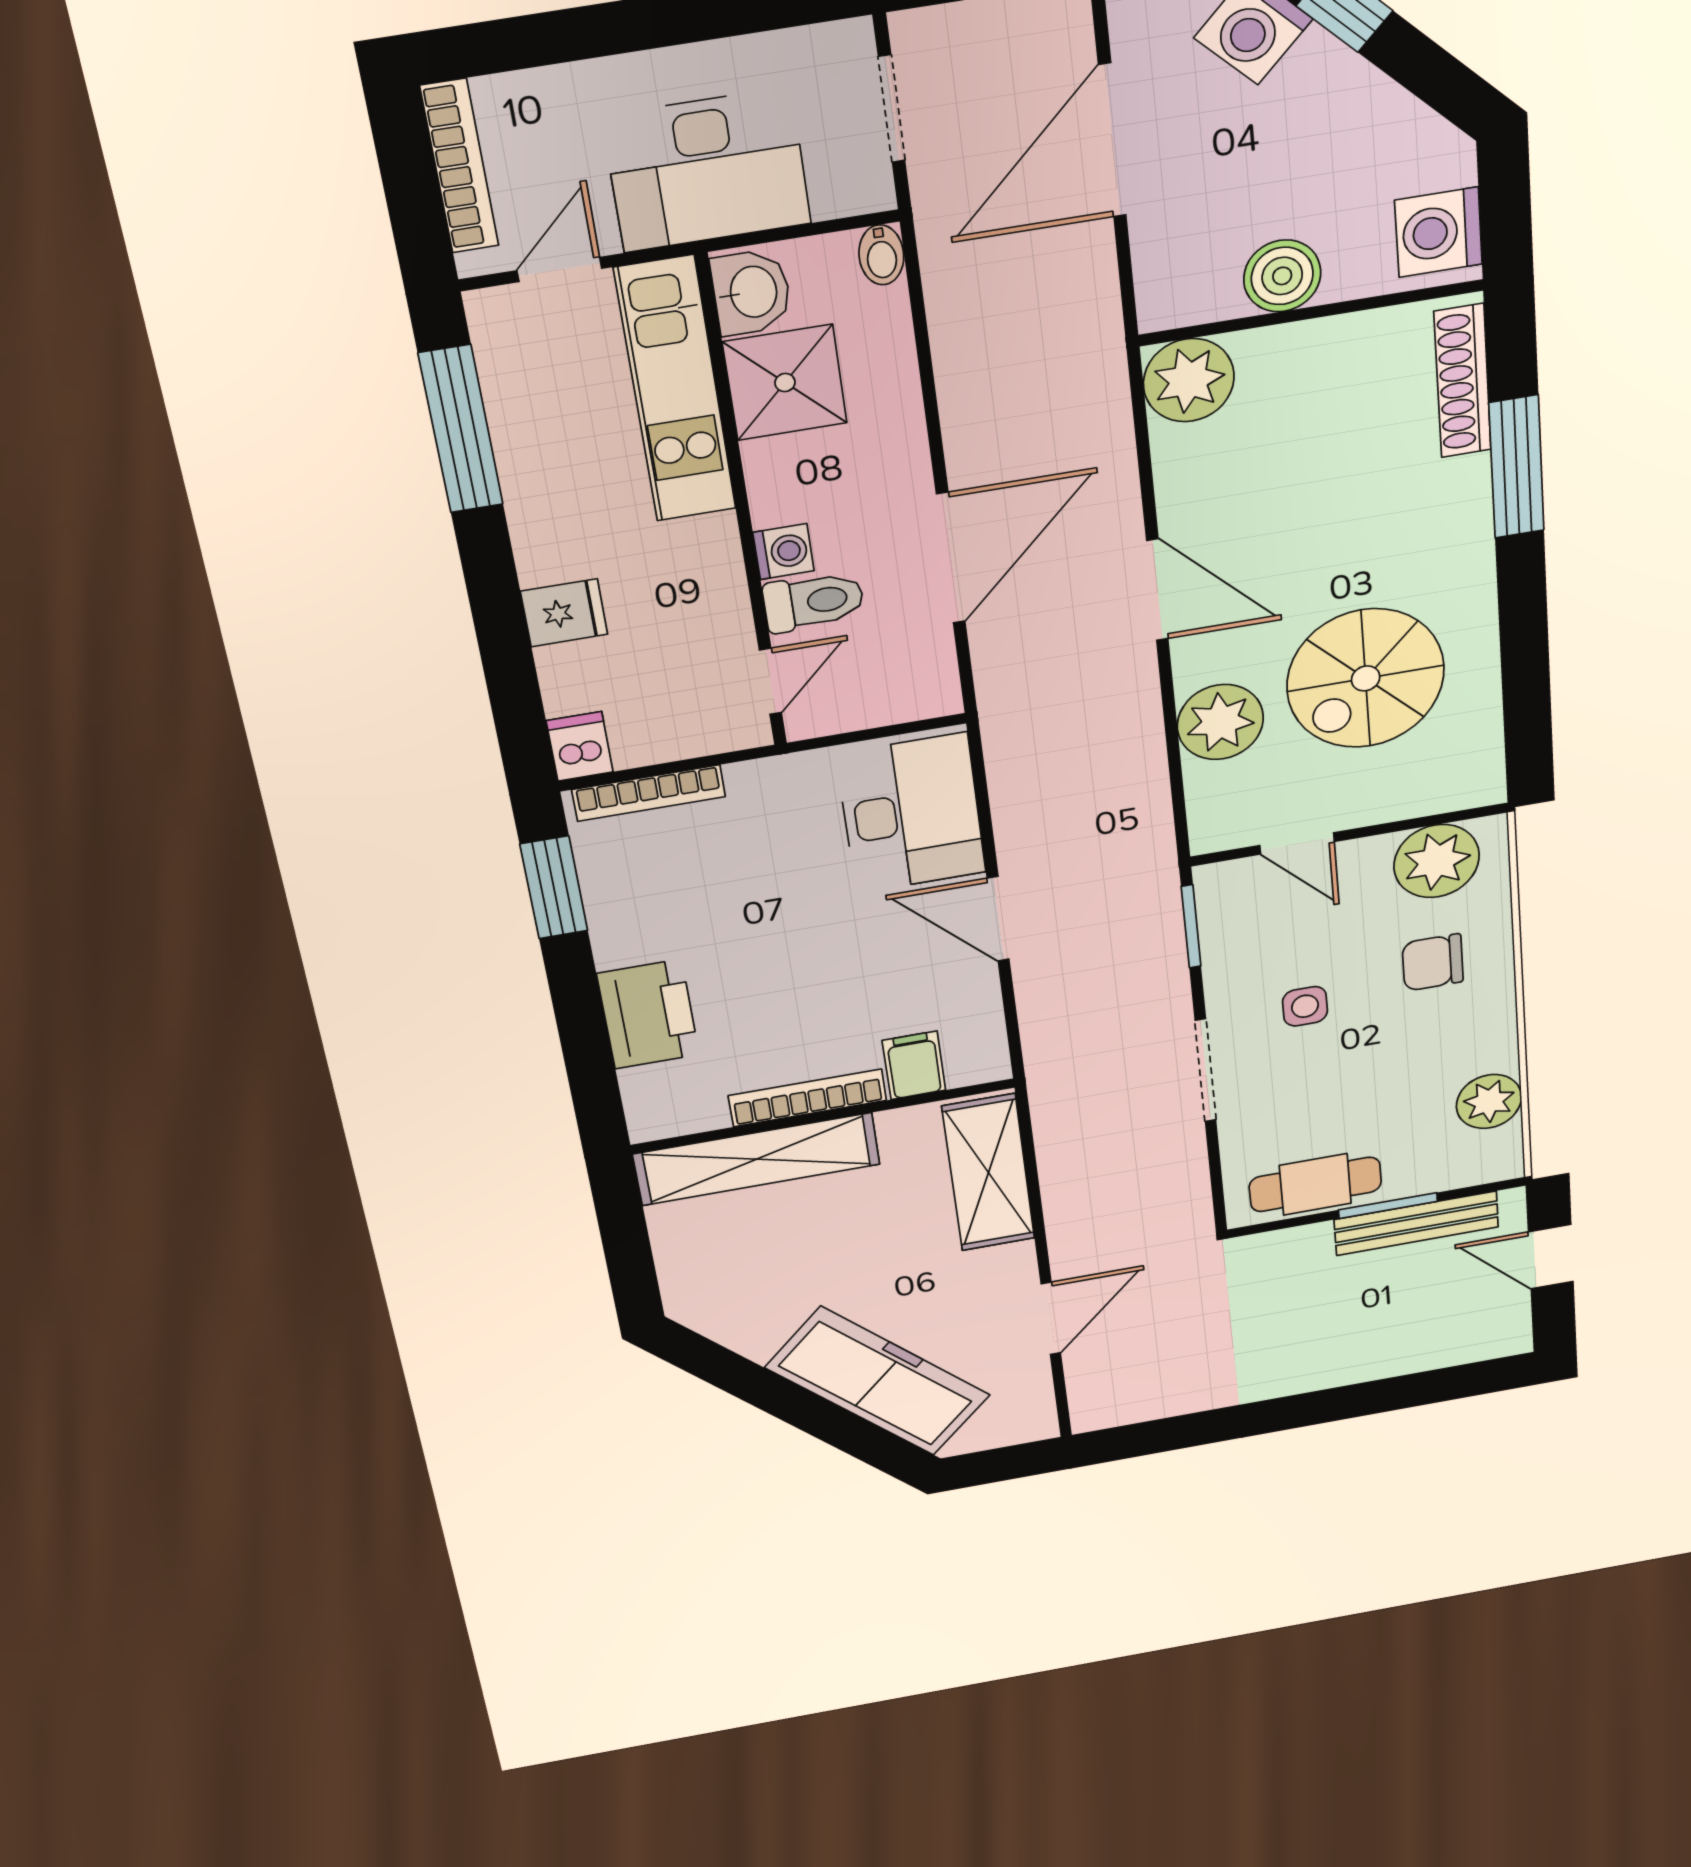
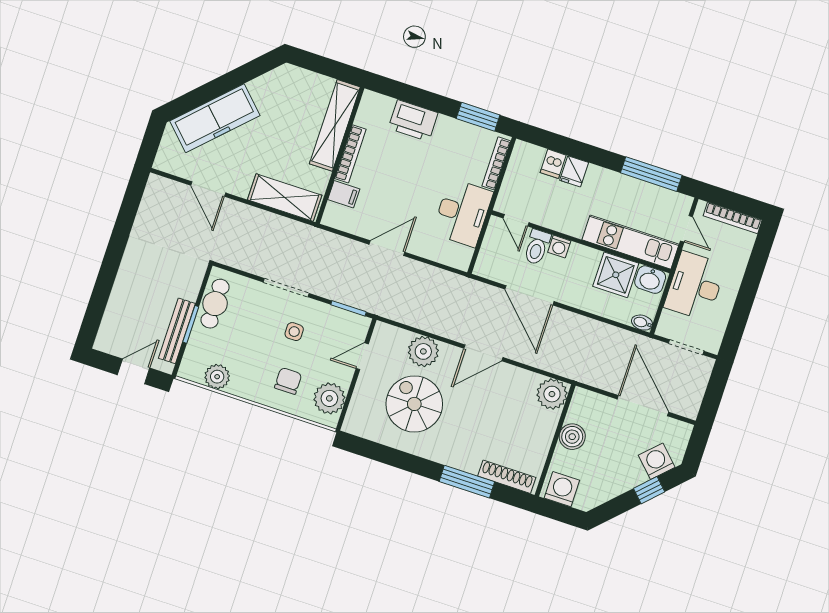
dishwasher: (580, 746) -> (553, 164), moved, turned 90
desk: (911, 813) -> (462, 213), moved, turned -90

